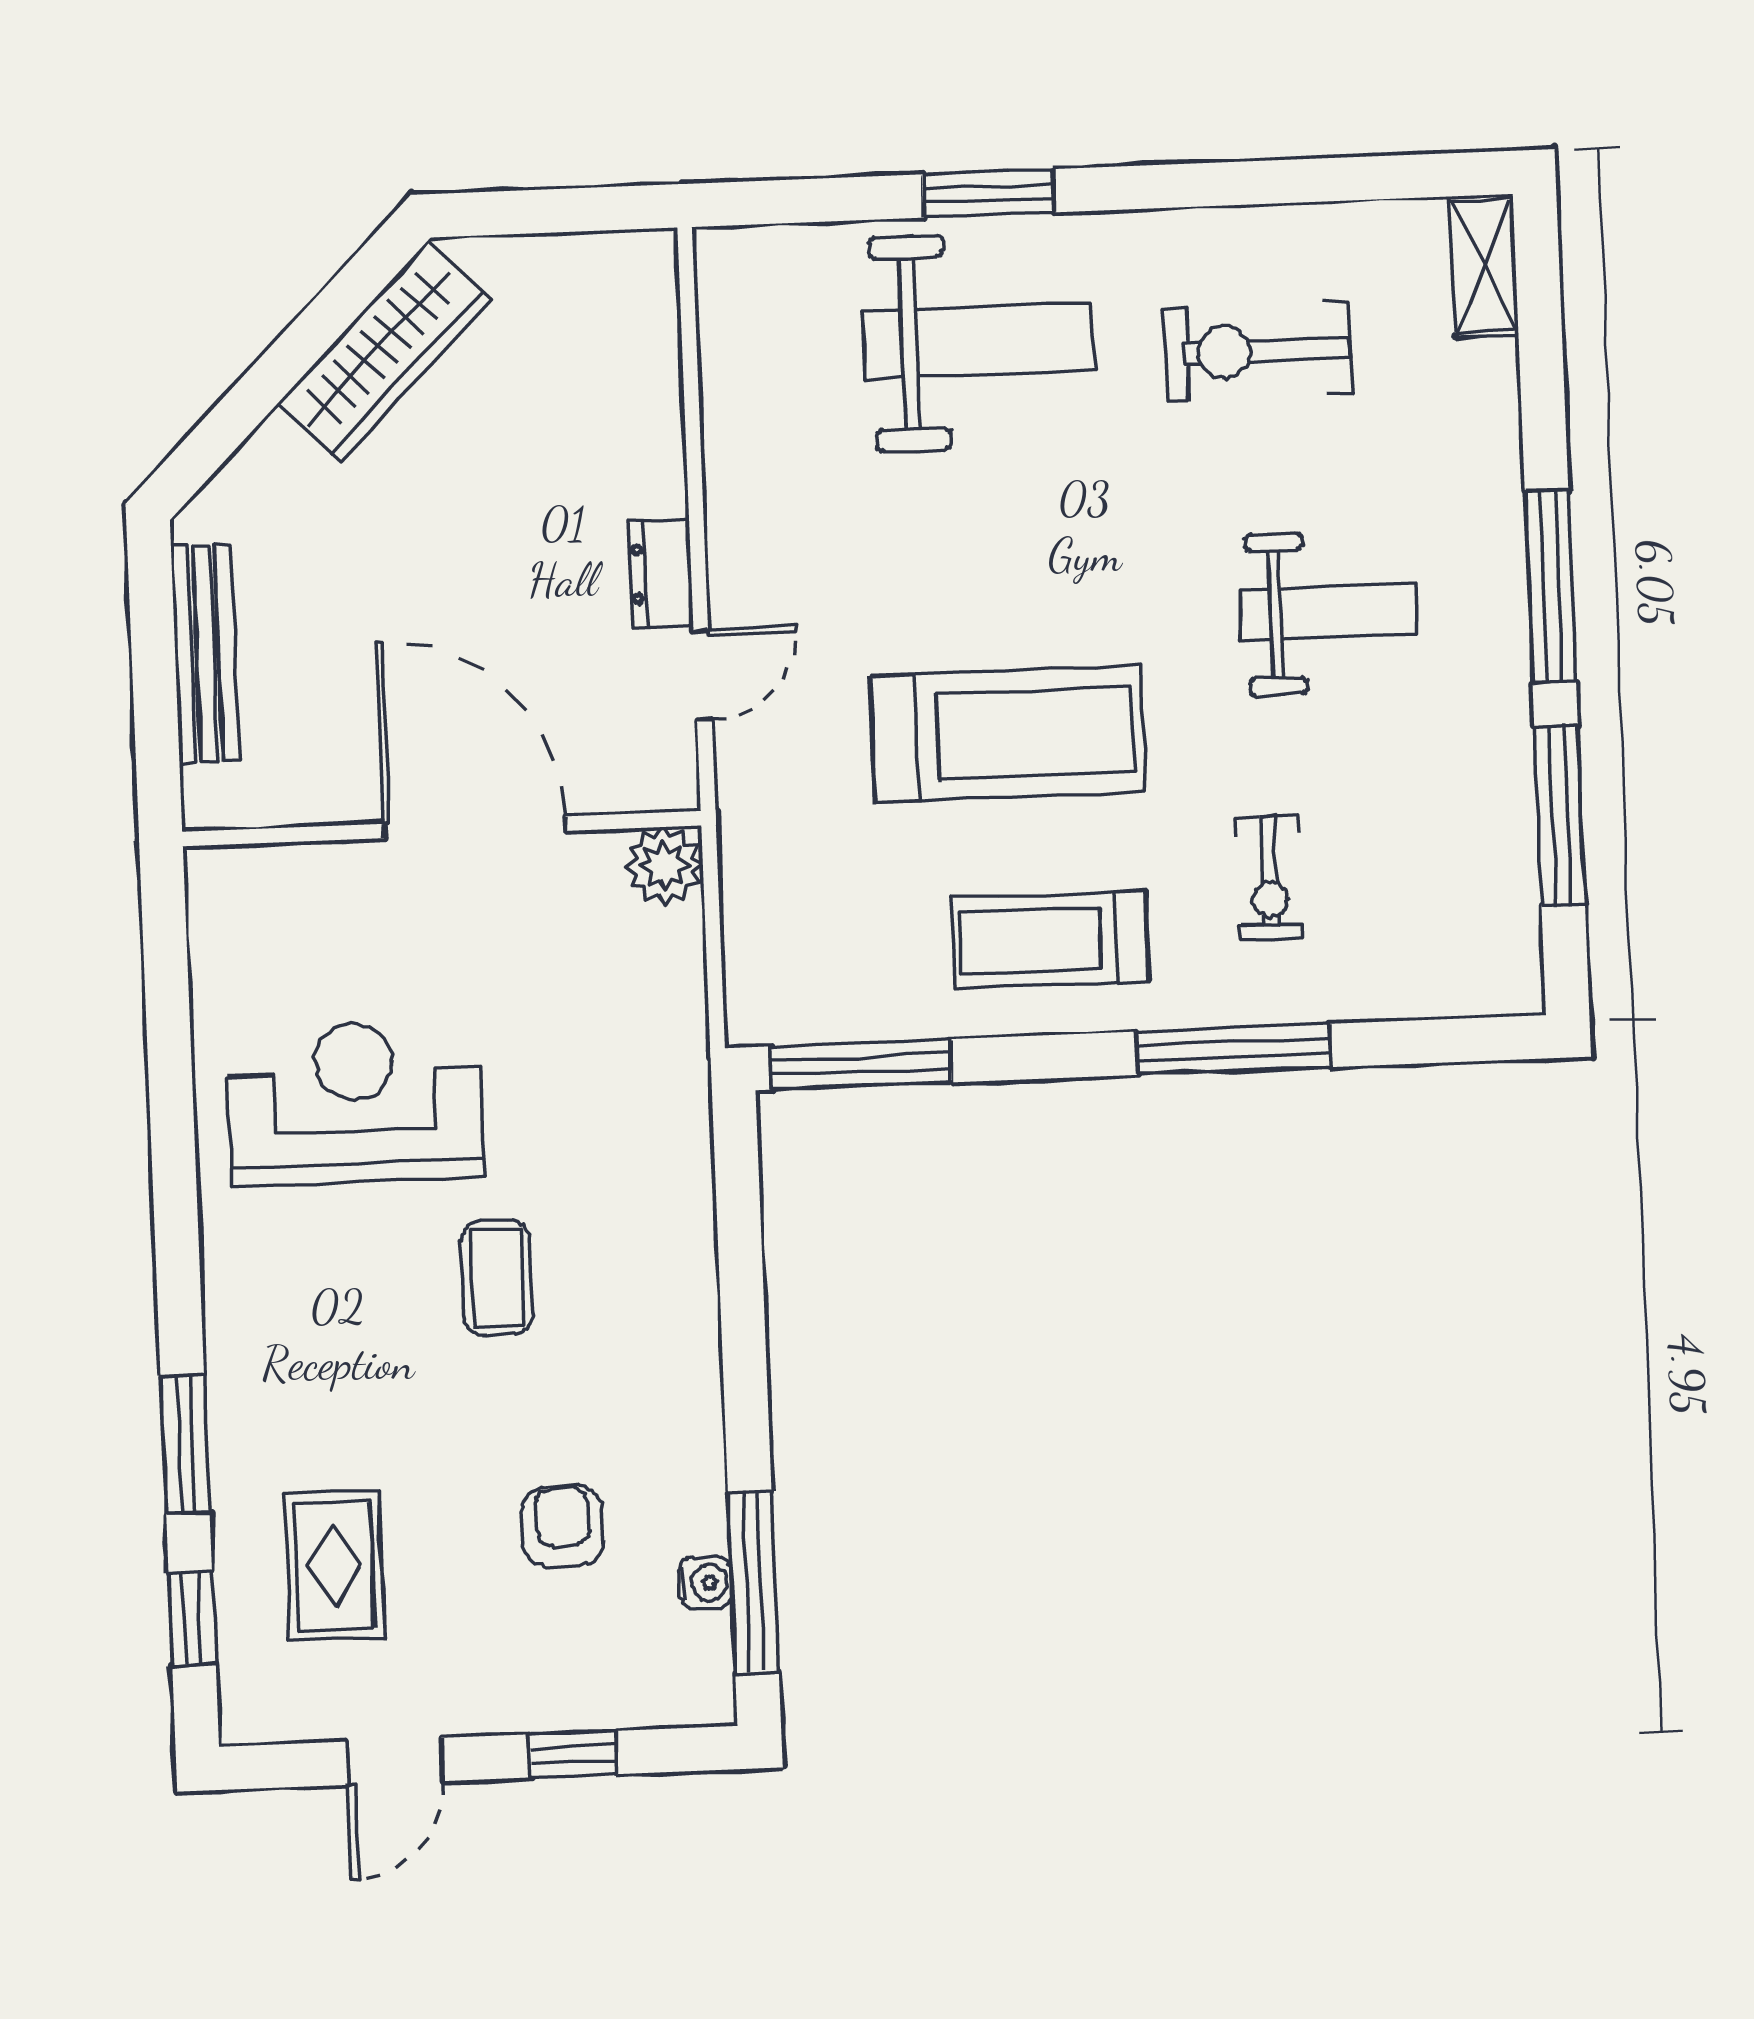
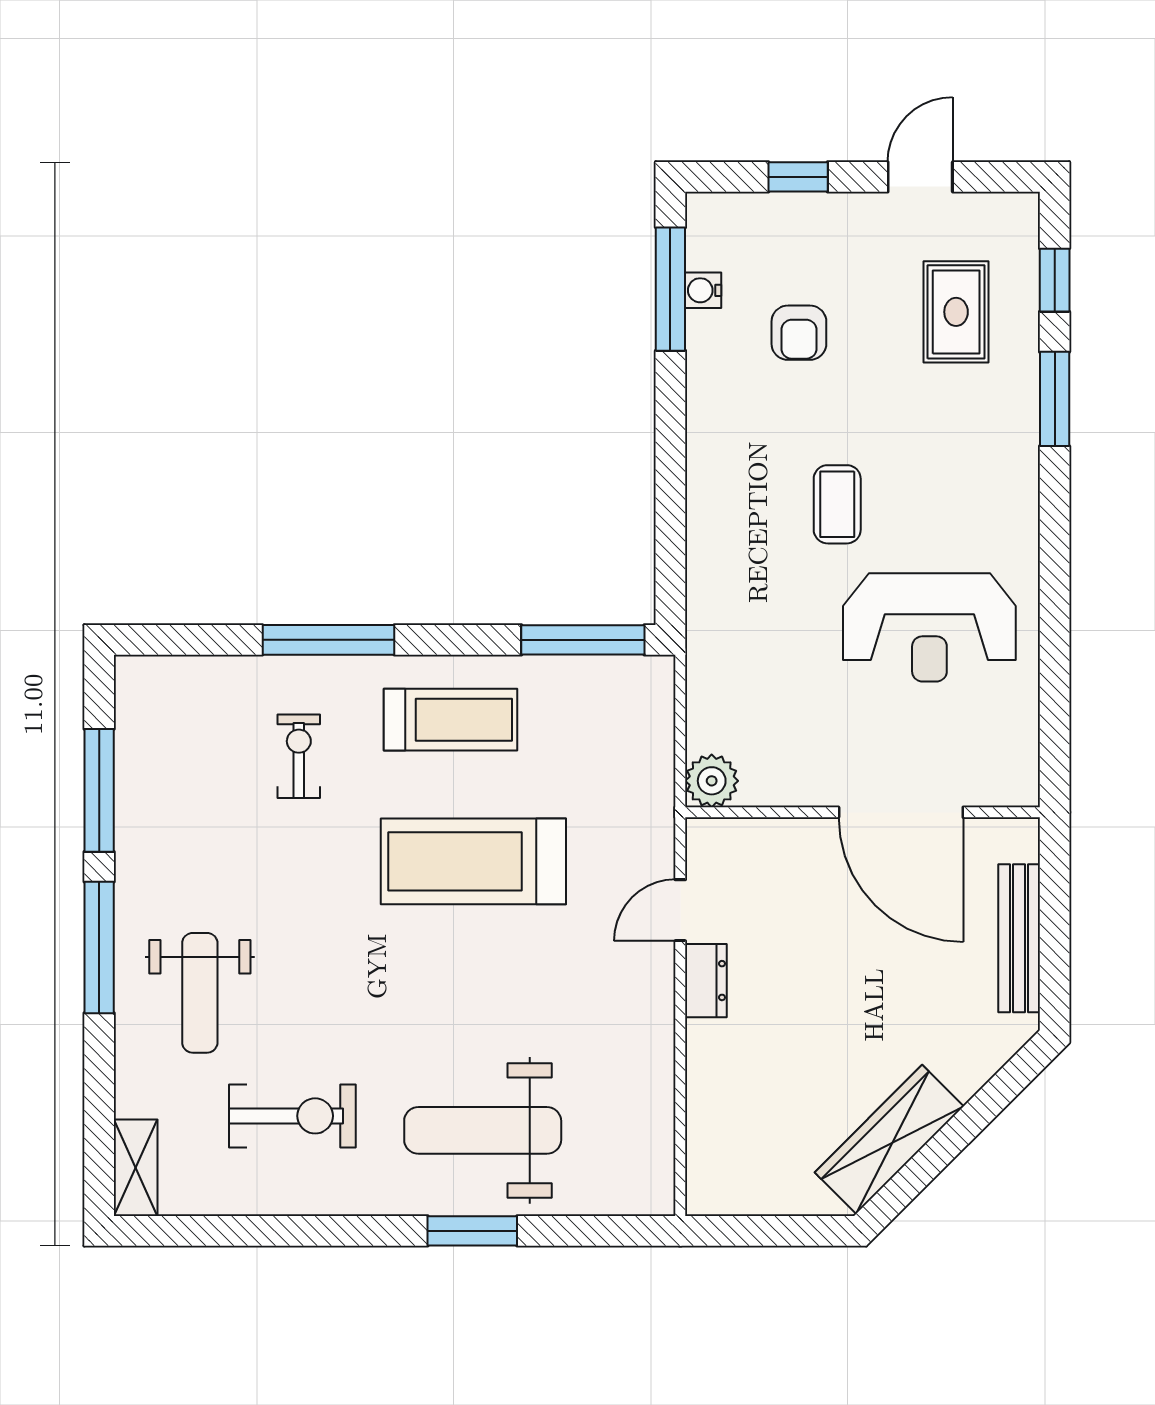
weight bench: (1328, 612) -> (200, 993), moved, turned -90
door: (475, 827) -> (901, 812), moved

